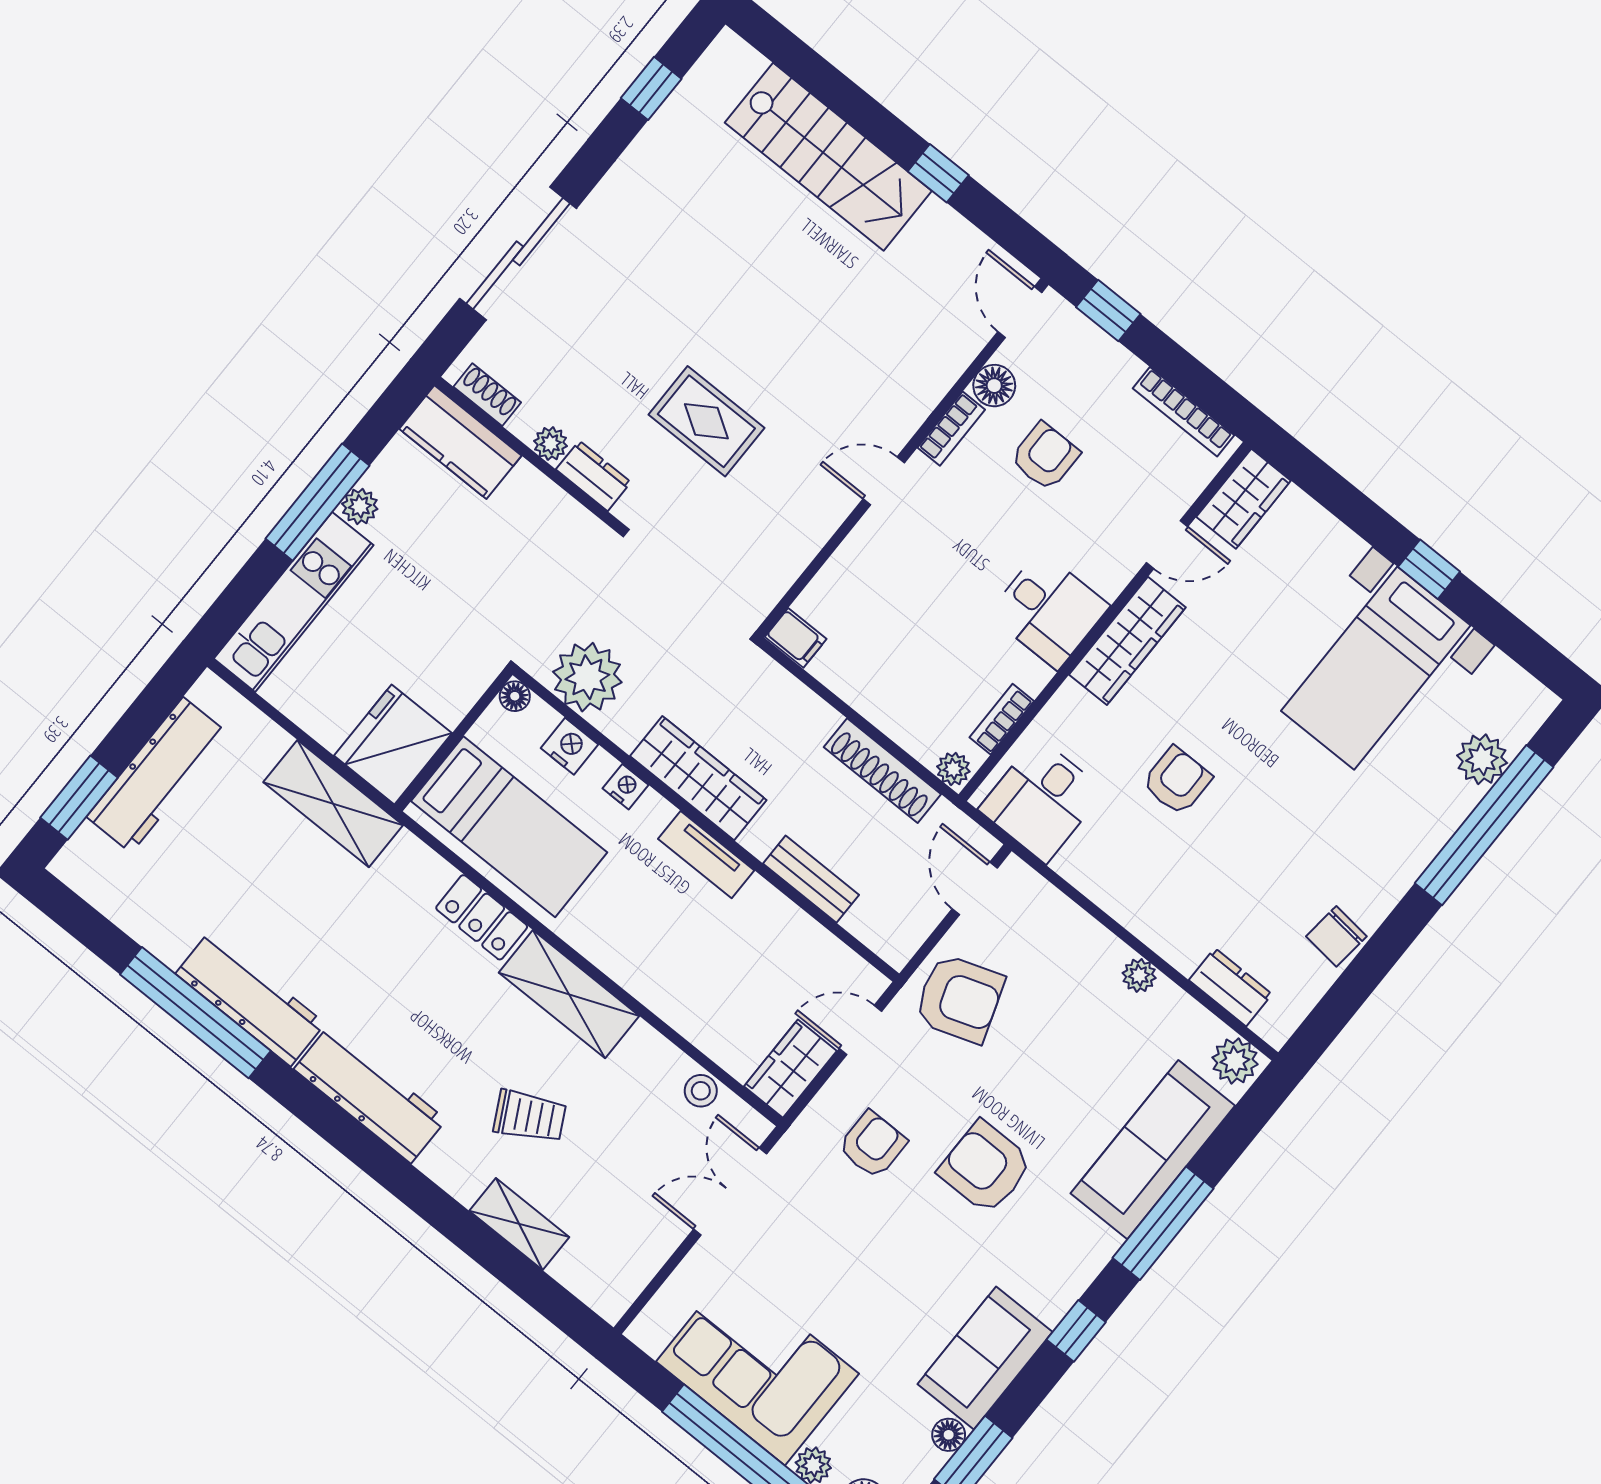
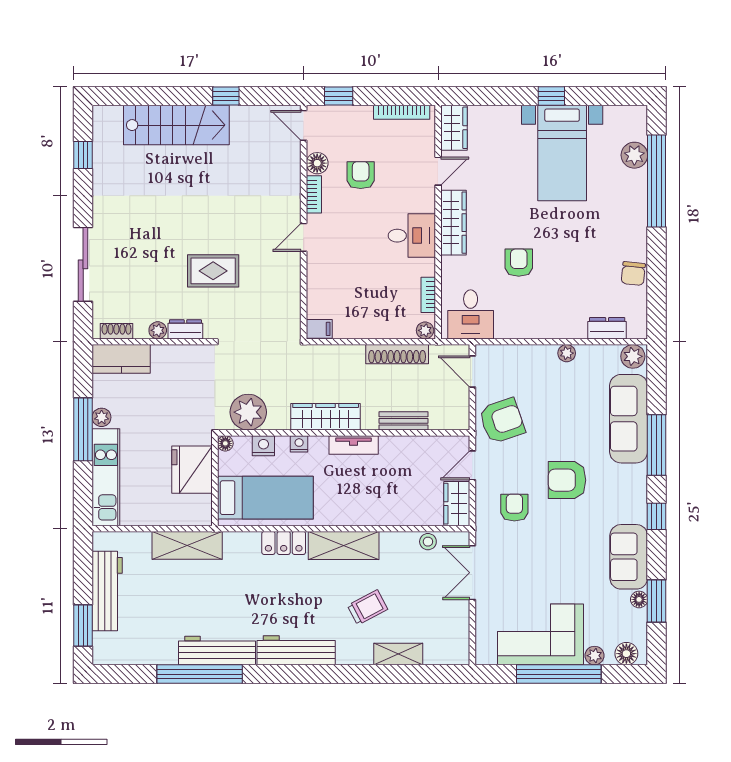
fridge: (393, 744) -> (192, 470), moved

